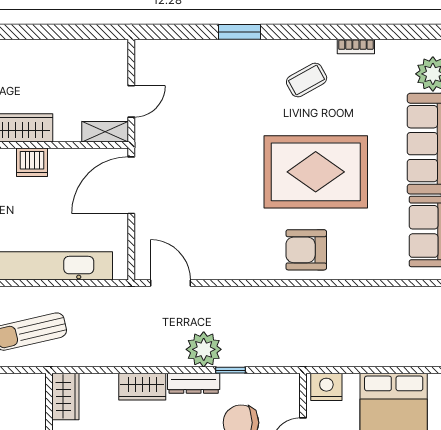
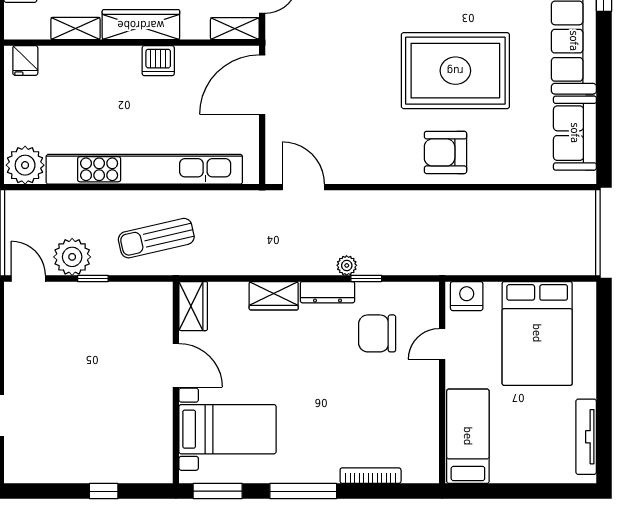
plant: (204, 349) -> (347, 265), width x0.53, depth x0.53

